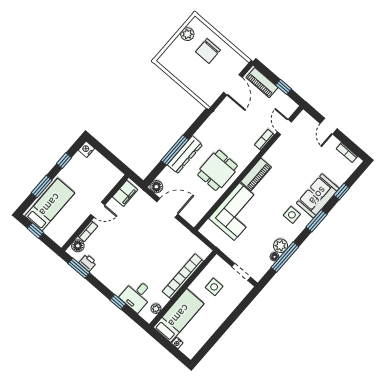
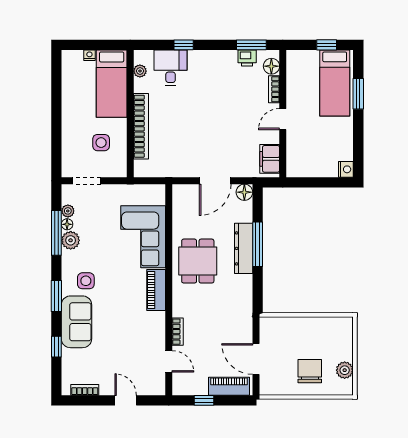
window: (64, 161) -> (358, 139), removed
plant: (267, 264) -> (68, 211), added

